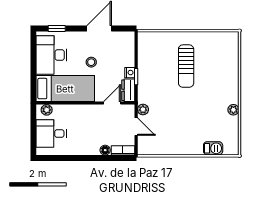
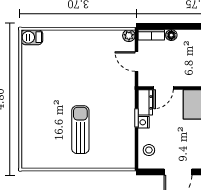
stool: (91, 62) -> (149, 150), moved
plant: (143, 109) -> (129, 36), moved
plant: (233, 110) -> (27, 81), removed
barbecue: (213, 148) -> (32, 37), moved

